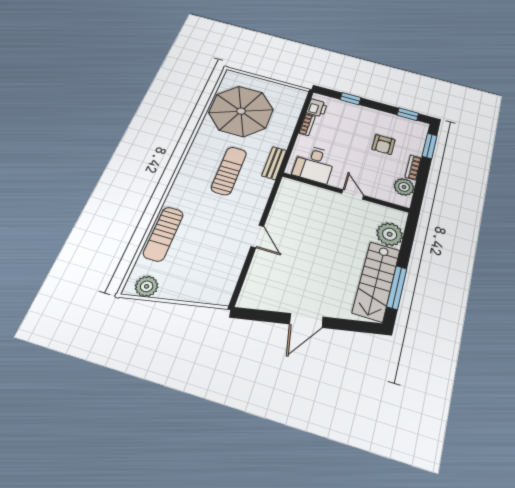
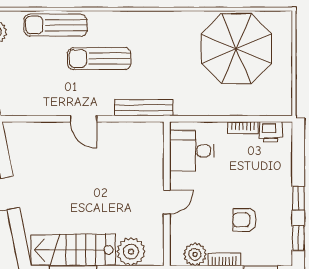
window: (350, 99) -> (298, 198), moved
bench: (274, 163) -> (144, 108), moved, width x1.36
sun lounger: (229, 171) -> (99, 59), moved, turned 180
door: (257, 236) -> (84, 119), hinge flipped

